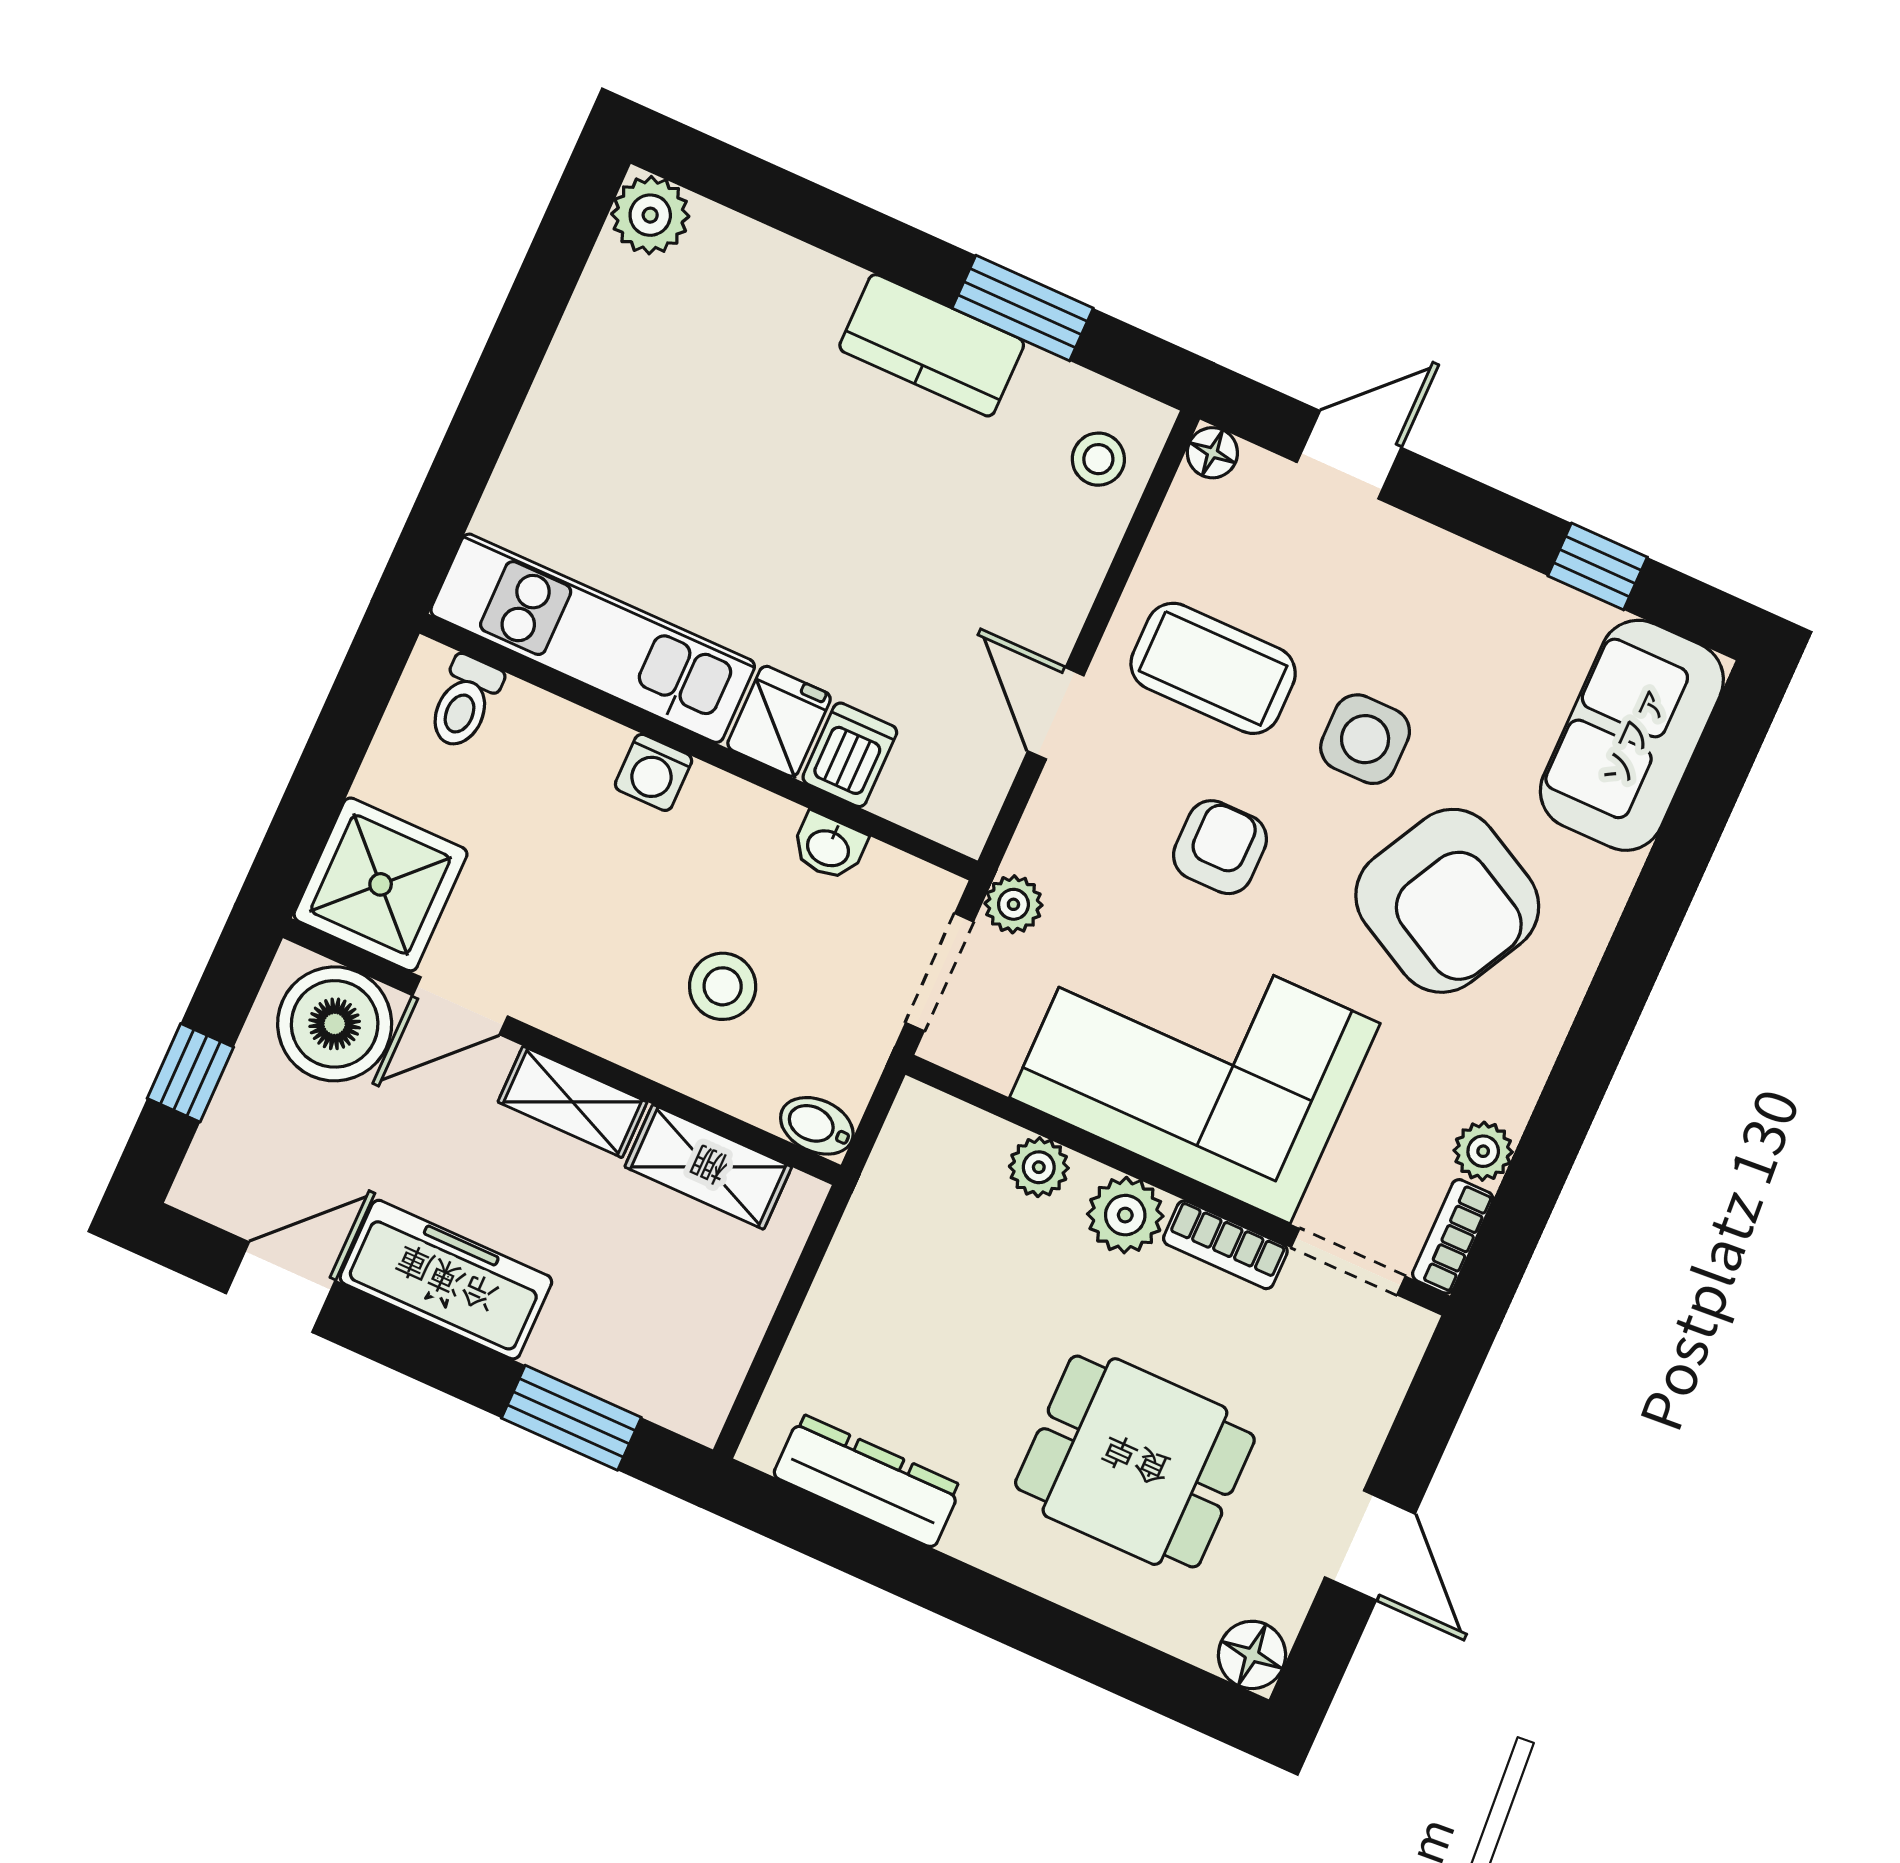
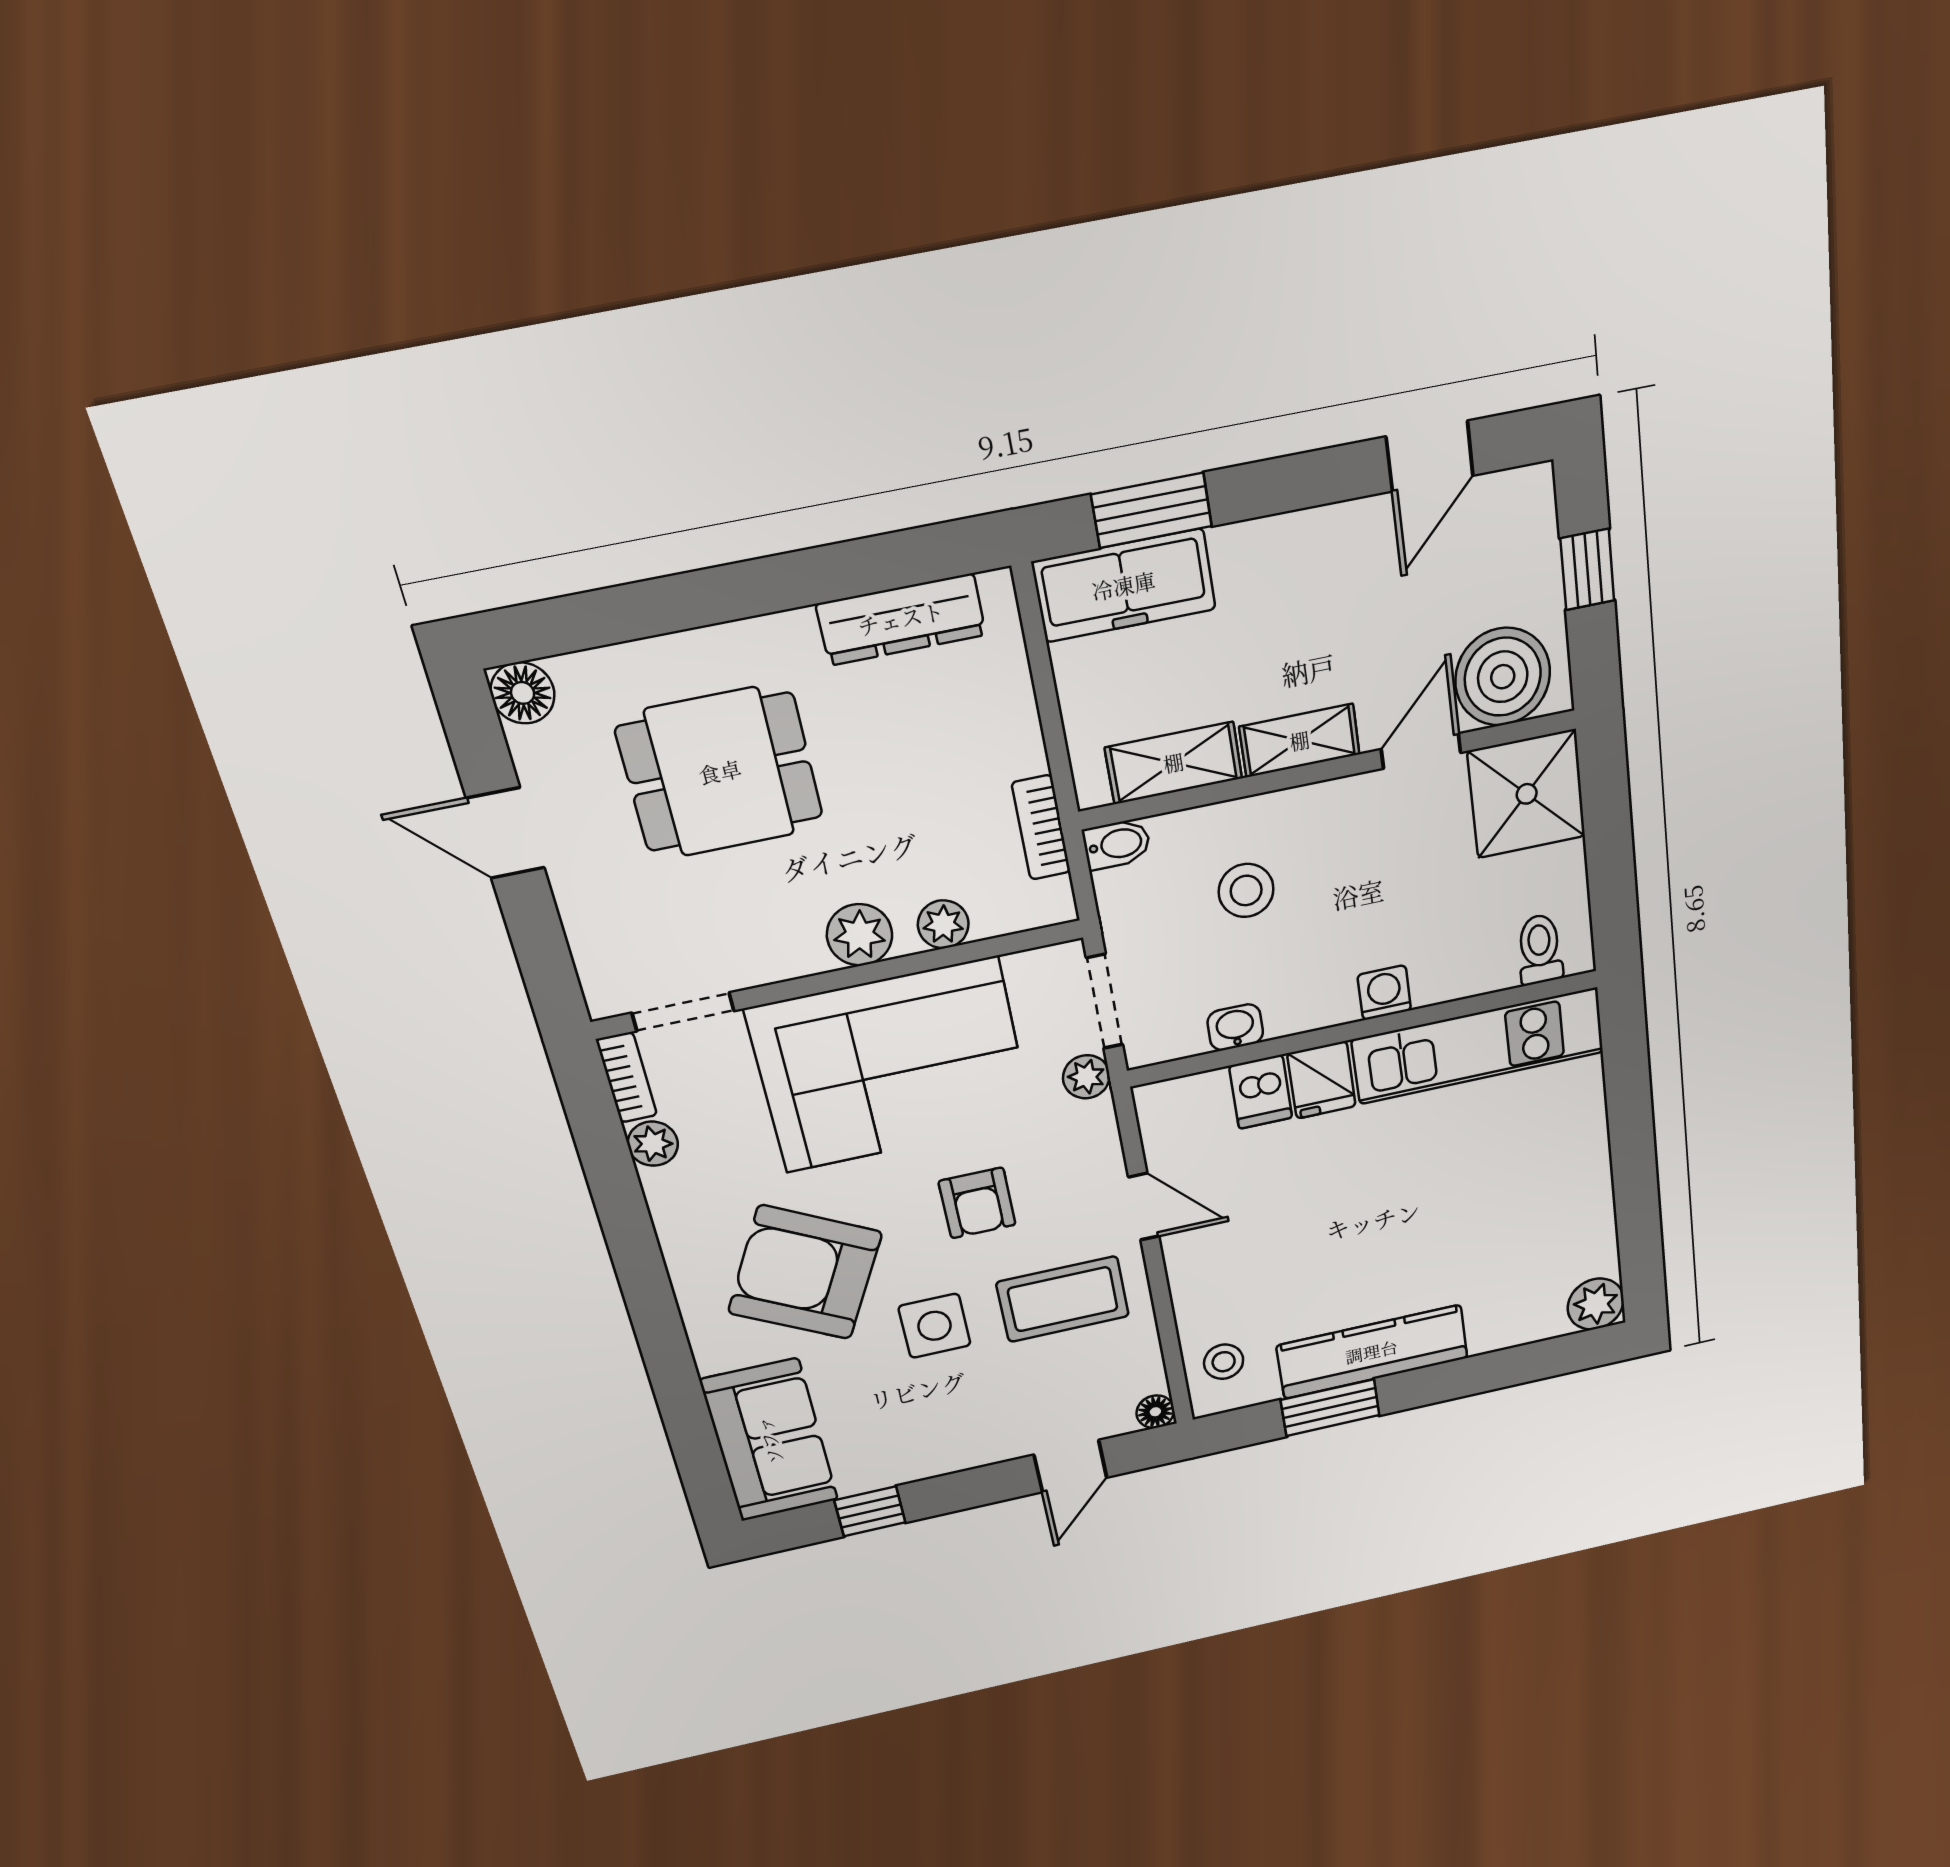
kitchen counter: (932, 345) -> (1372, 1352), width x1.50
bookcase: (1225, 1245) -> (1041, 828), moved, turned -90
freezer: (446, 1280) -> (1124, 586), moved

